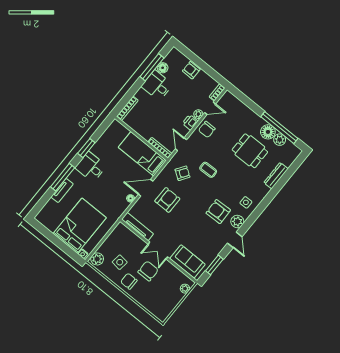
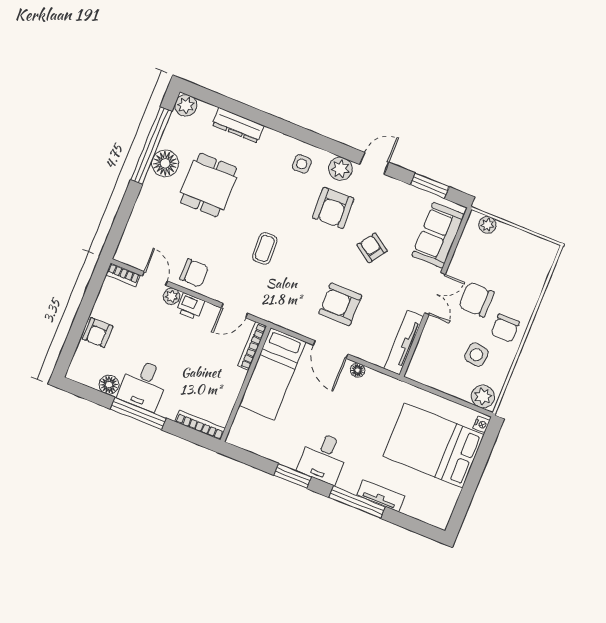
window: (152, 67) -> (138, 414), moved
plant: (280, 140) -> (186, 105), moved
armchair: (182, 173) -> (372, 248), moved

